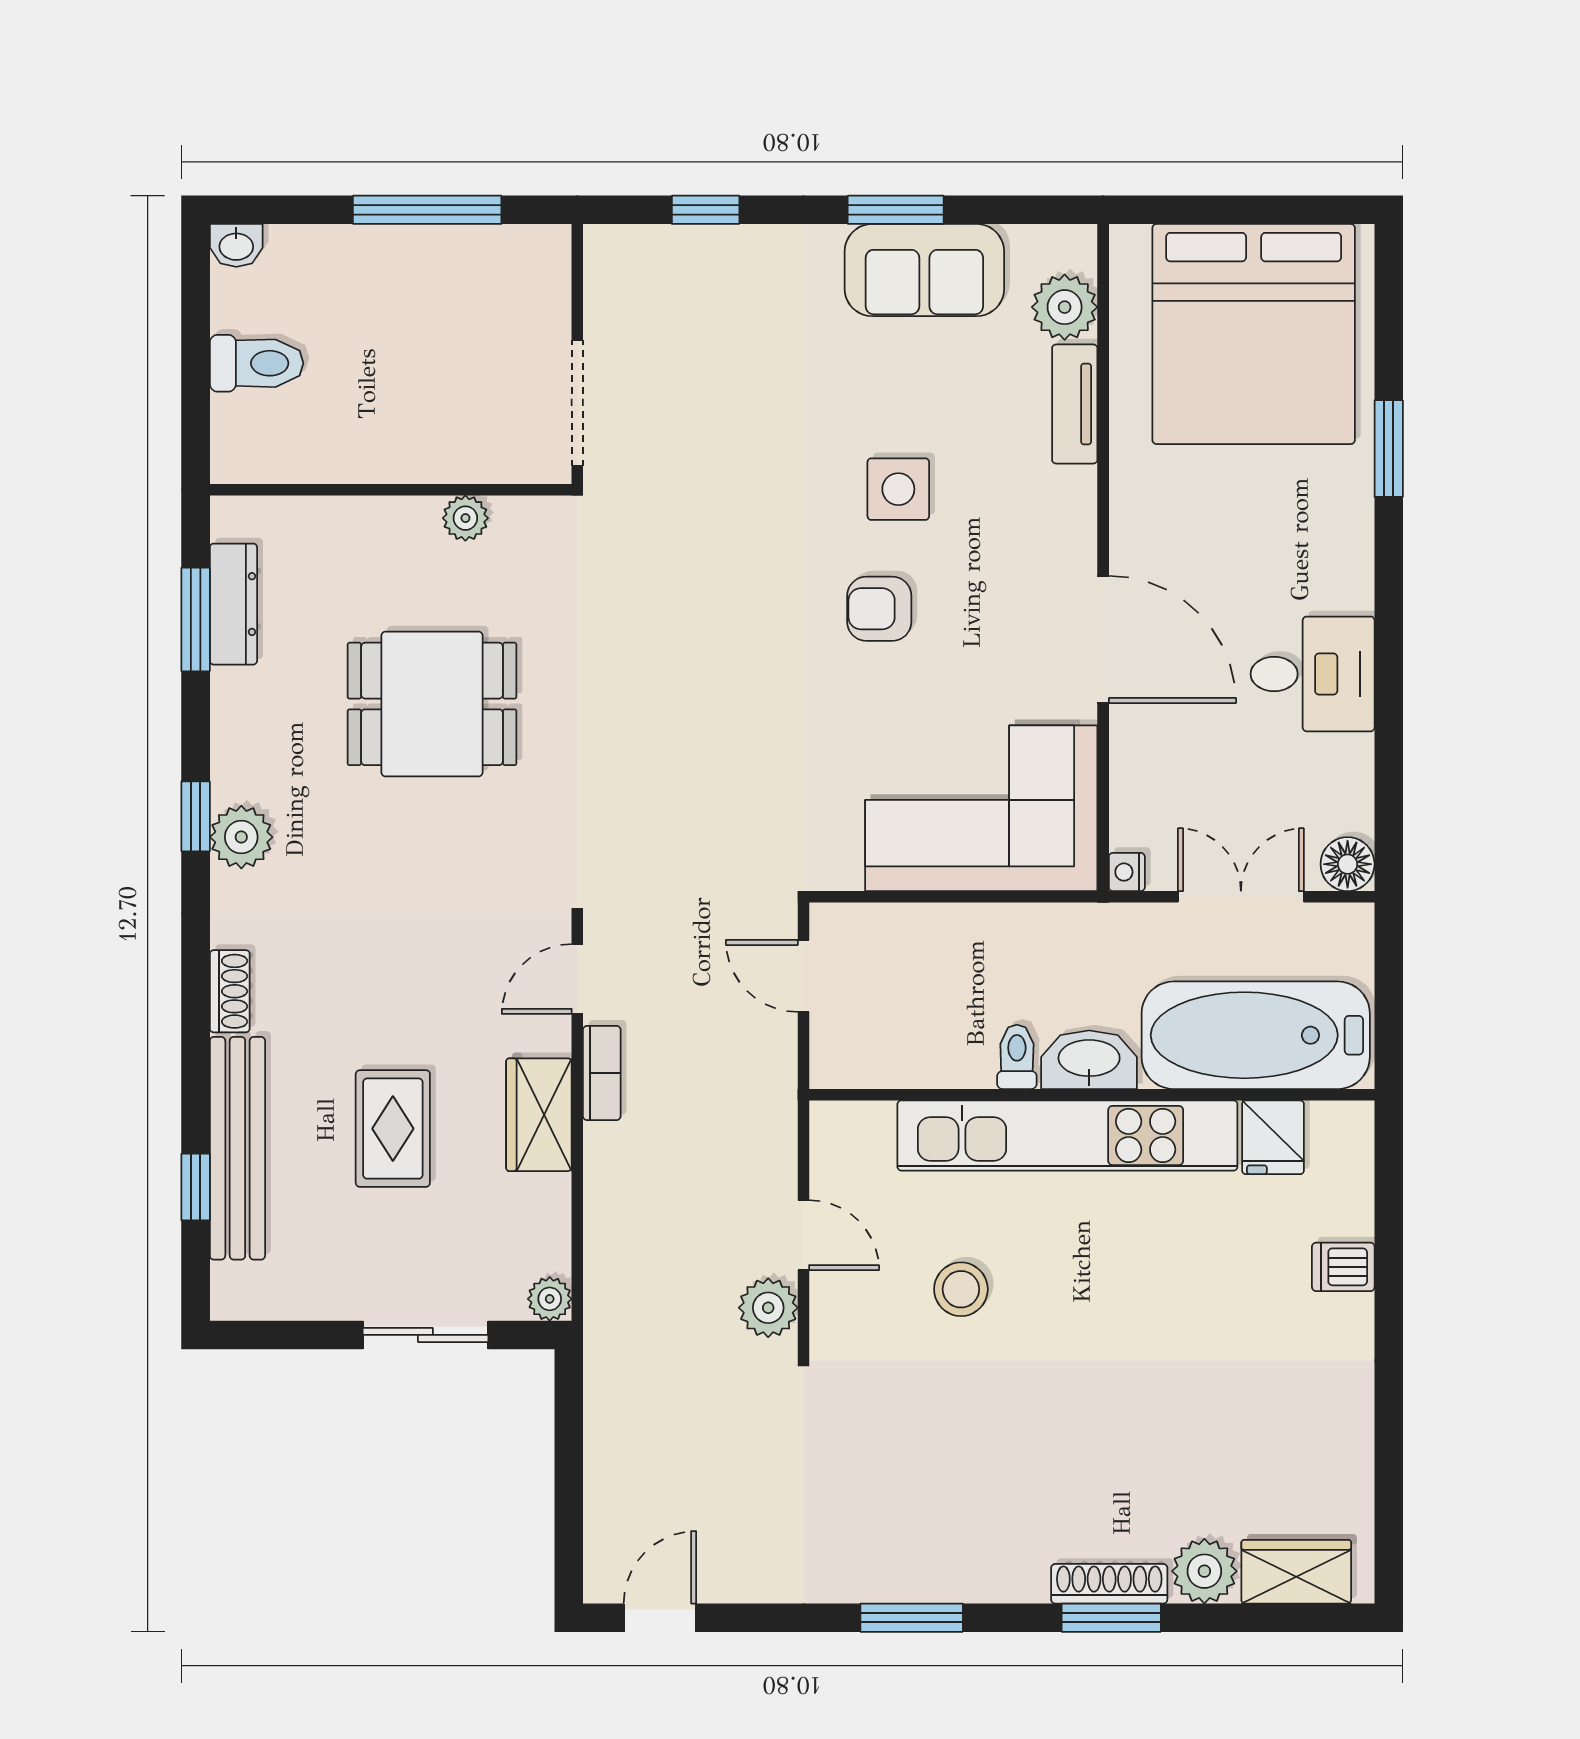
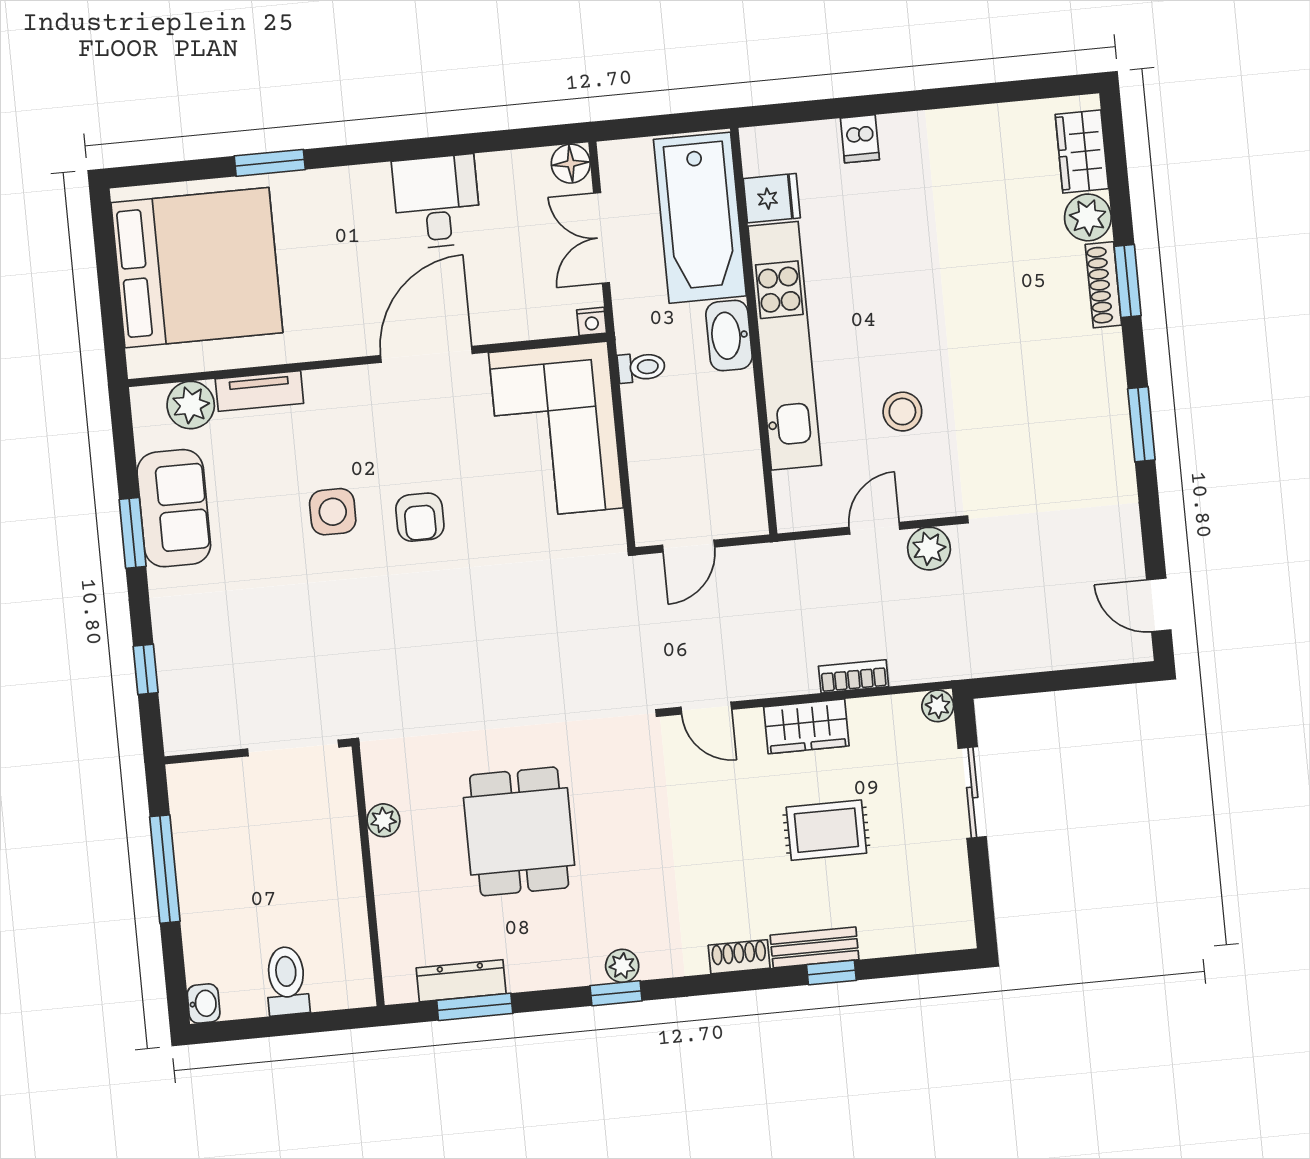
plant: (241, 837) -> (622, 966), width x0.73, depth x0.73
toilet: (1017, 1057) -> (641, 367), moved, turned 180
bookcase: (602, 1073) -> (854, 676), moved
bench: (237, 1148) -> (815, 947), width x0.54, depth x0.82
window: (196, 1187) -> (831, 972), moved

